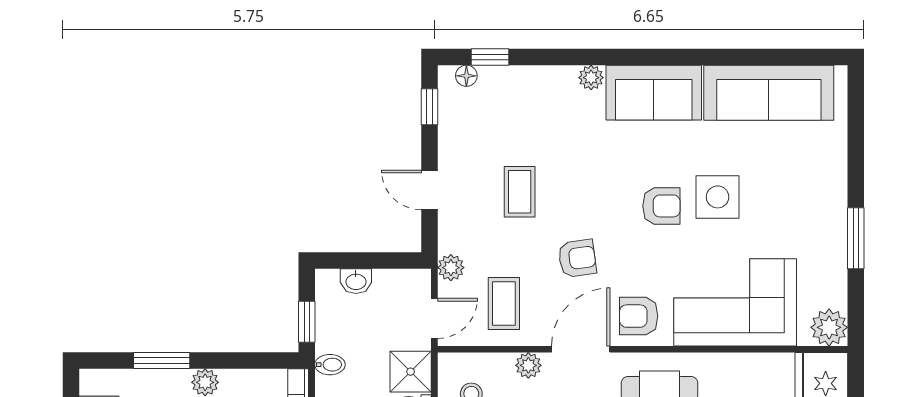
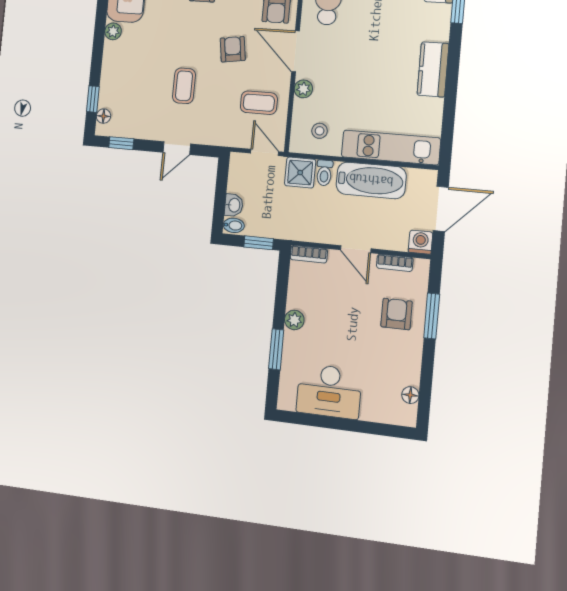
coffee table: (520, 192) -> (184, 86), turned 90
plant: (451, 268) -> (231, 138), removed
bidet: (330, 365) -> (234, 225), moved, turned 90

